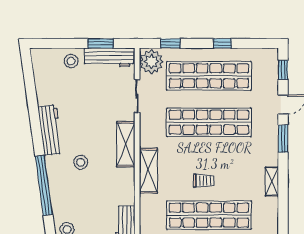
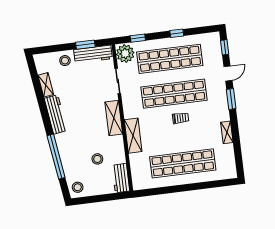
shelving: (42, 90) -> (46, 85), added
stool: (81, 162) -> (97, 159), moved
trolley: (204, 181) -> (181, 118), moved

